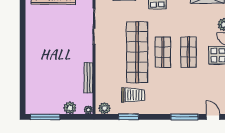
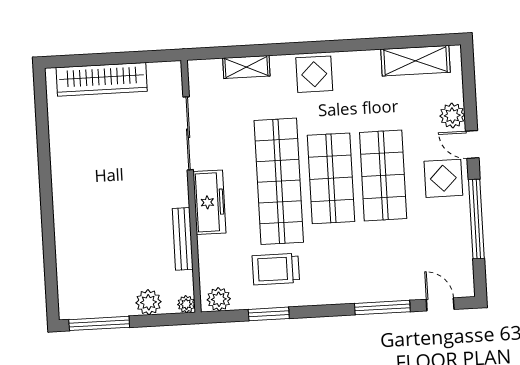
shop shelf: (163, 52) -> (331, 178), width x1.43, depth x1.36
shop shelf: (188, 52) -> (383, 175), width x1.43, depth x1.36
freezer: (103, 61) -> (209, 202), added
trolley: (133, 95) -> (276, 269), turned 180

